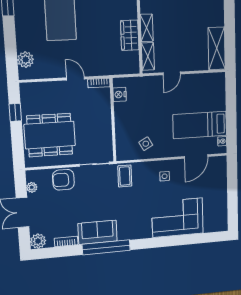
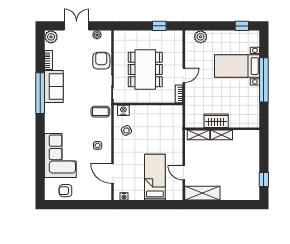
door: (172, 73) -> (184, 173), moved
nightstand: (120, 94) -> (123, 110), moved
bed: (200, 125) -> (155, 177), moved
dining table: (50, 135) -> (145, 69), moved
armchair: (217, 208) -> (65, 191), added

